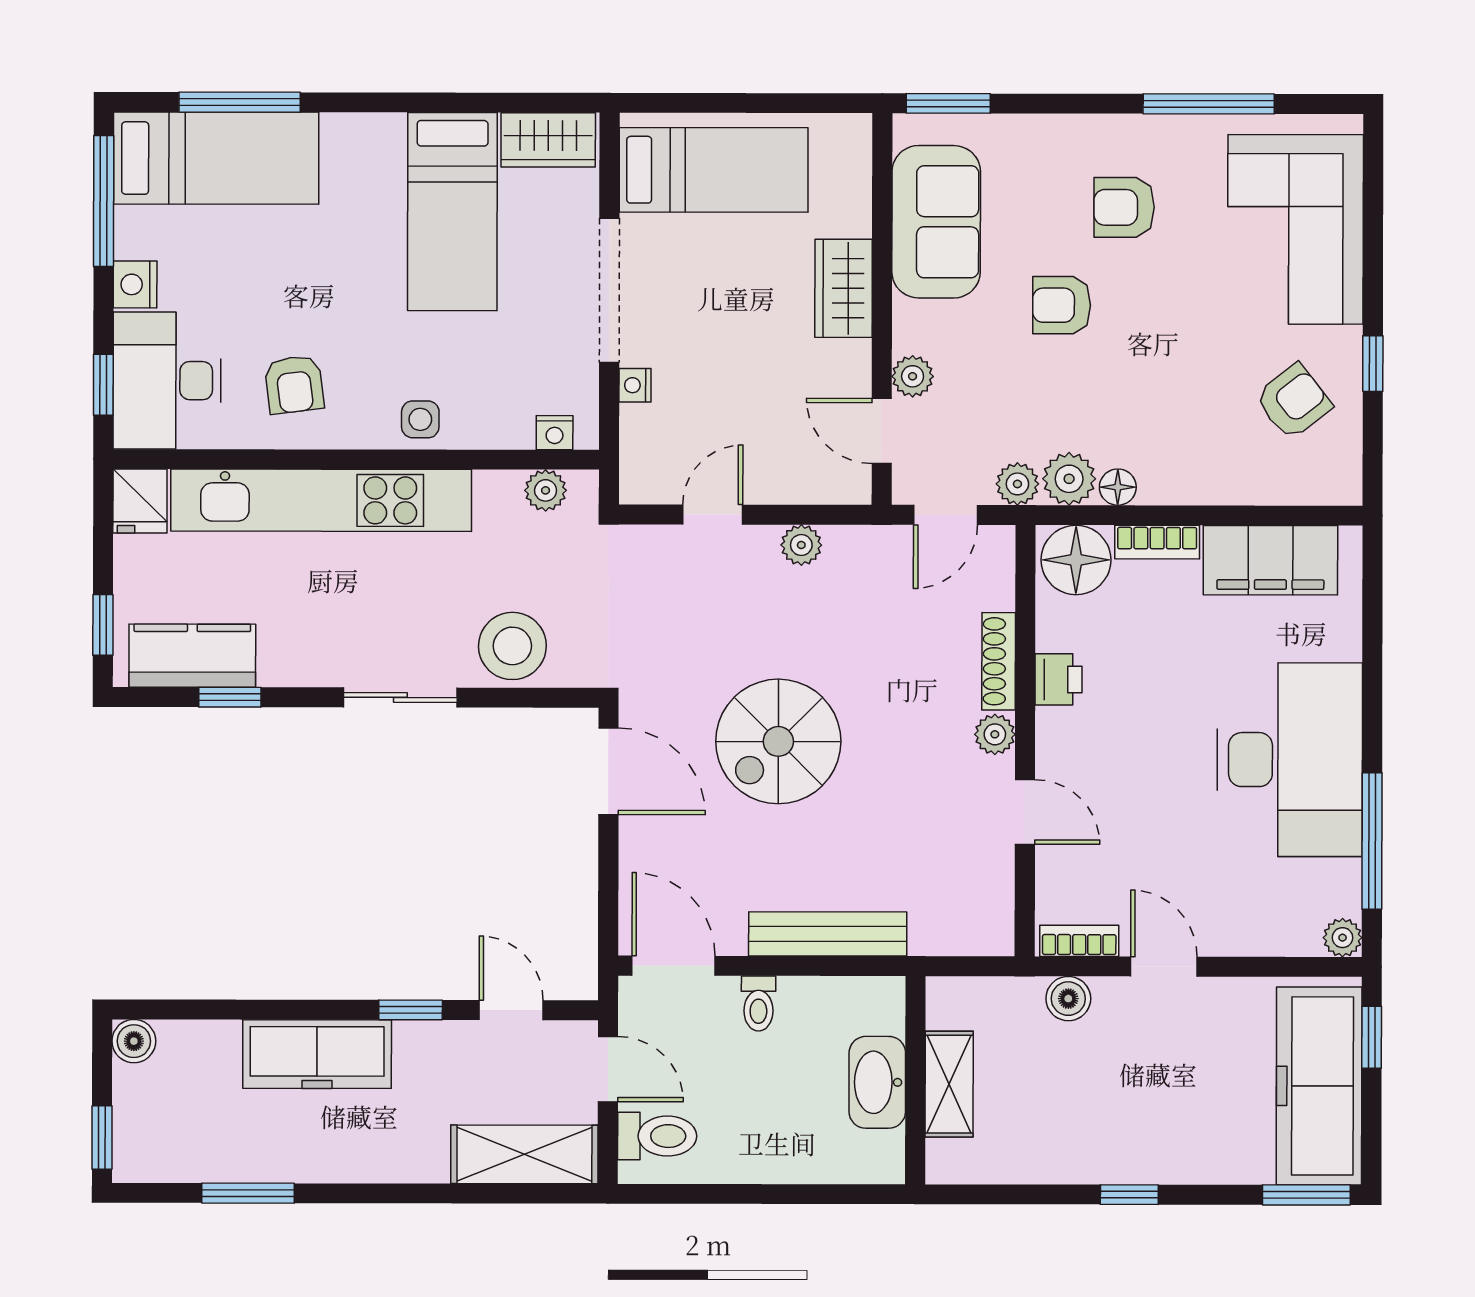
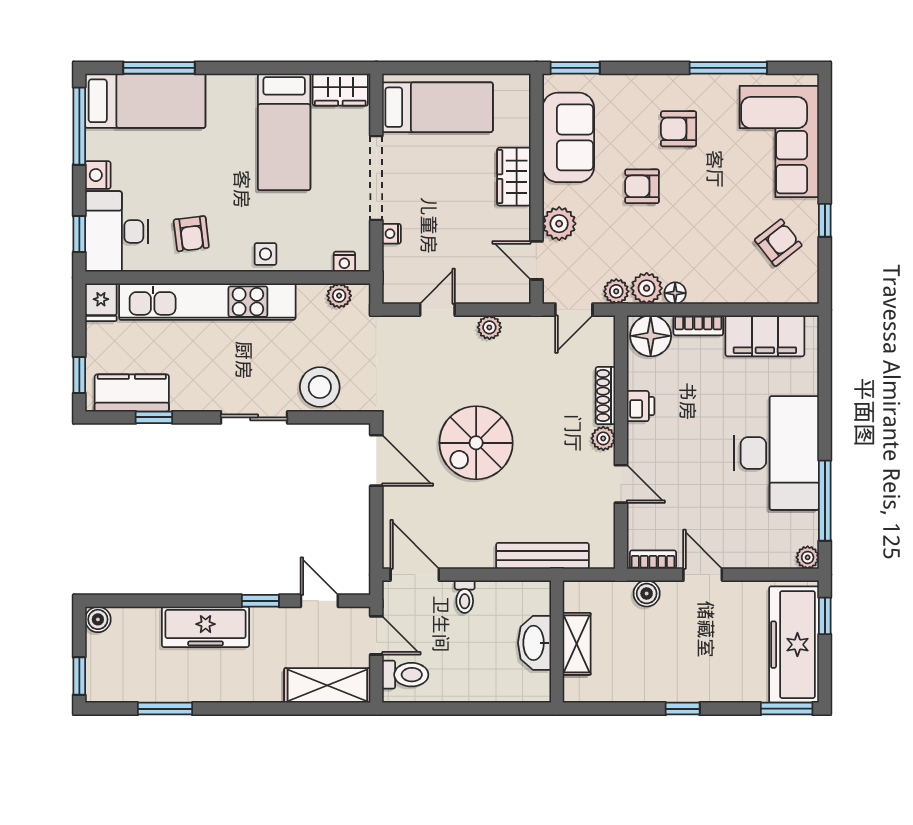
plant: (913, 376) -> (559, 224), width x1.38, depth x1.38
bench: (828, 934) -> (542, 556), moved

